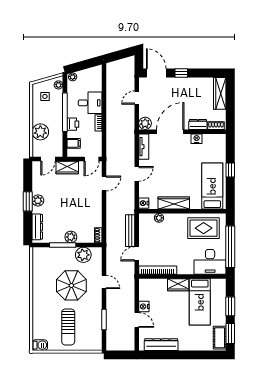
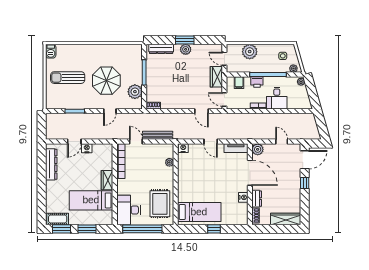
wardrobe: (174, 203) -> (183, 176), removed
plant: (71, 237) -> (152, 80), removed

